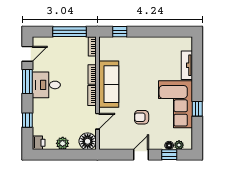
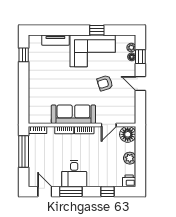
window: (120, 32) -> (24, 55), moved
armchair: (142, 117) -> (105, 83), turned 72
door: (97, 121) -> (109, 125), swing flipped

